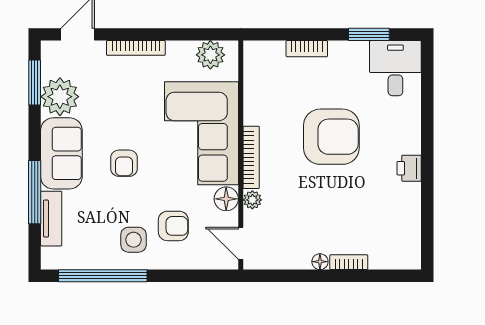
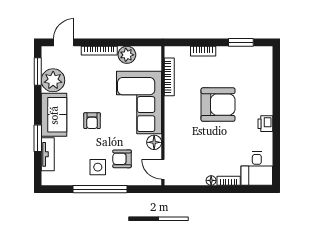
plant: (210, 55) -> (127, 55), moved
desk: (395, 68) -> (257, 168), moved, turned 180
bookcase: (251, 157) -> (169, 77), moved
window: (35, 192) -> (38, 138), width x0.69
plant: (252, 200) -> (170, 143), removed
armchair: (173, 226) -> (122, 159), turned 180
window: (103, 276) -> (100, 189), moved

